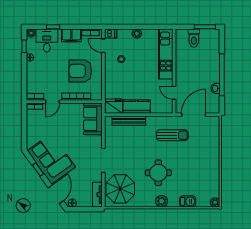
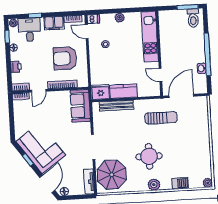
toilet: (194, 38) -> (193, 18), moved
printer: (31, 77) -> (16, 67), added

